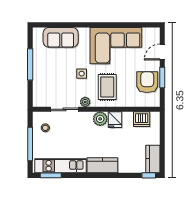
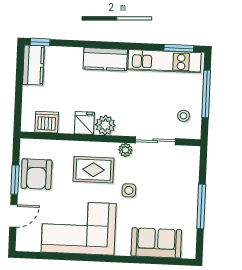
rug: (107, 87) -> (93, 170), turned 90

